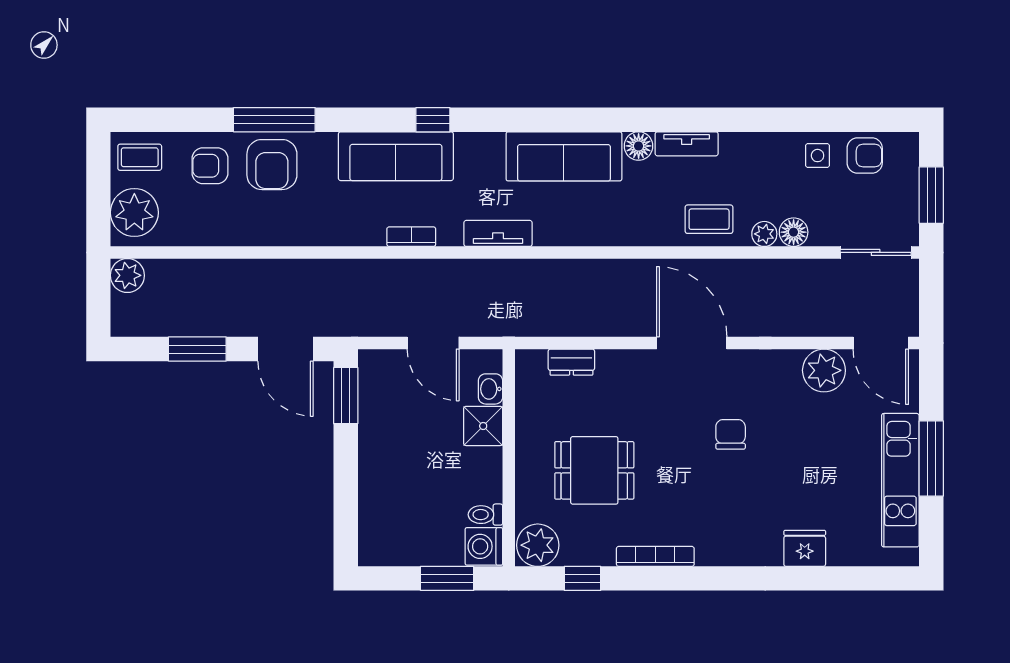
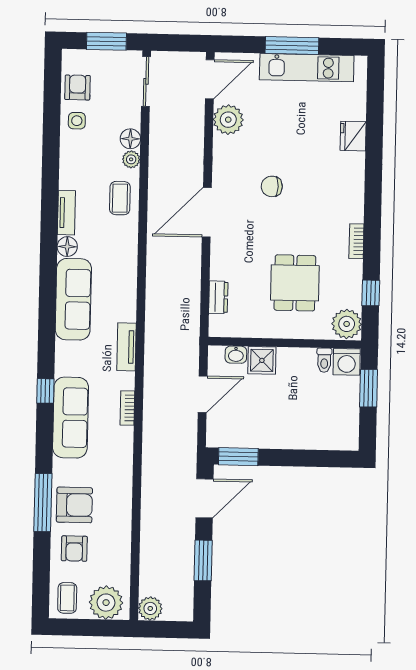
bookcase: (655, 556) -> (356, 241), width x0.64

